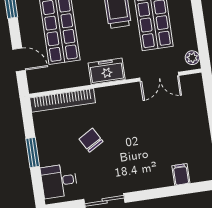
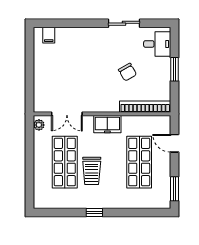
double door: (159, 77) -> (67, 114), swing flipped
filing cabinet: (181, 174) -> (49, 35), moved

